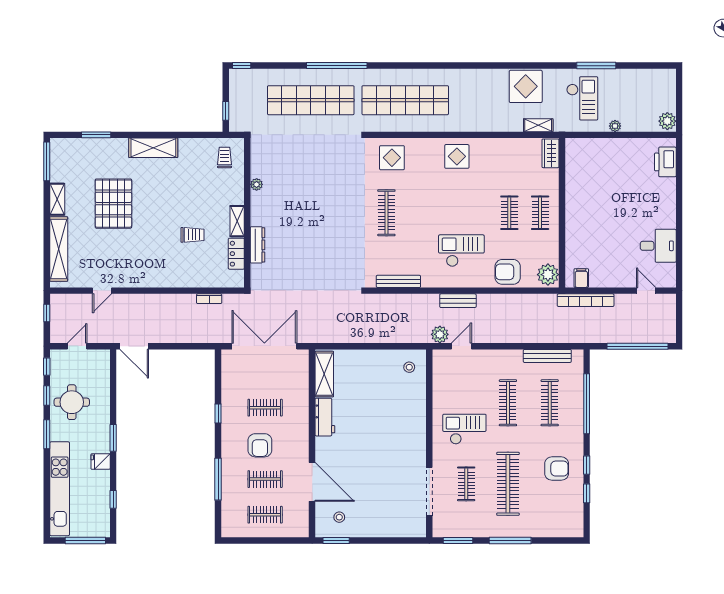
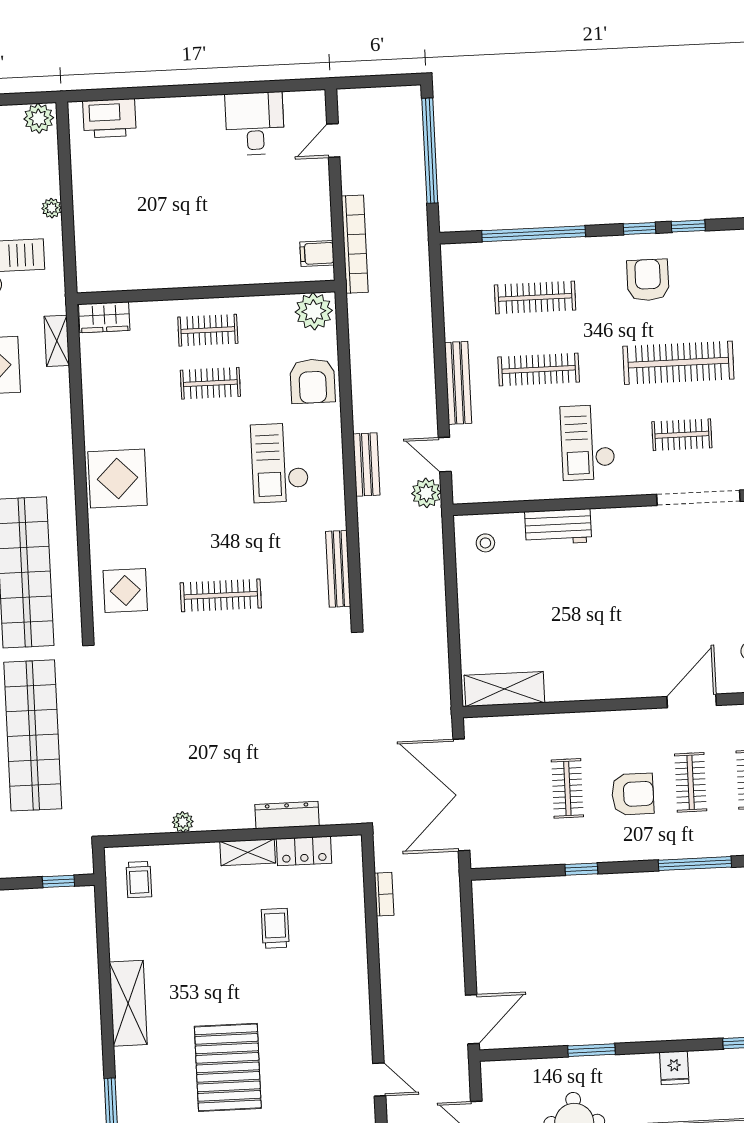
display table: (457, 156) -> (118, 478), width x1.36, depth x1.36
trolley: (224, 157) -> (139, 880), turned -90
pallet: (113, 204) -> (228, 1067), turned 90
bench: (547, 356) -> (458, 383), moved
workbench: (325, 417) -> (558, 527), moved, turned 180
window: (113, 438) -> (592, 1050), moved
door: (312, 482) -> (692, 701), width x0.73

